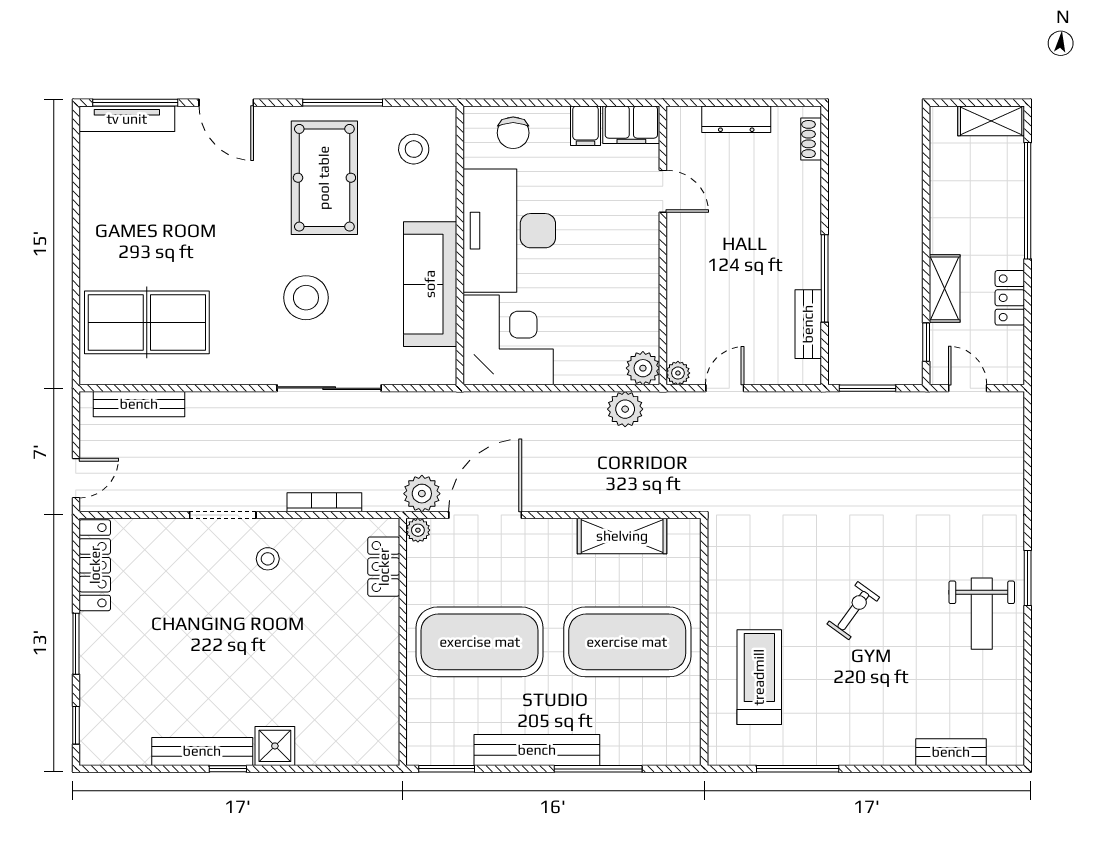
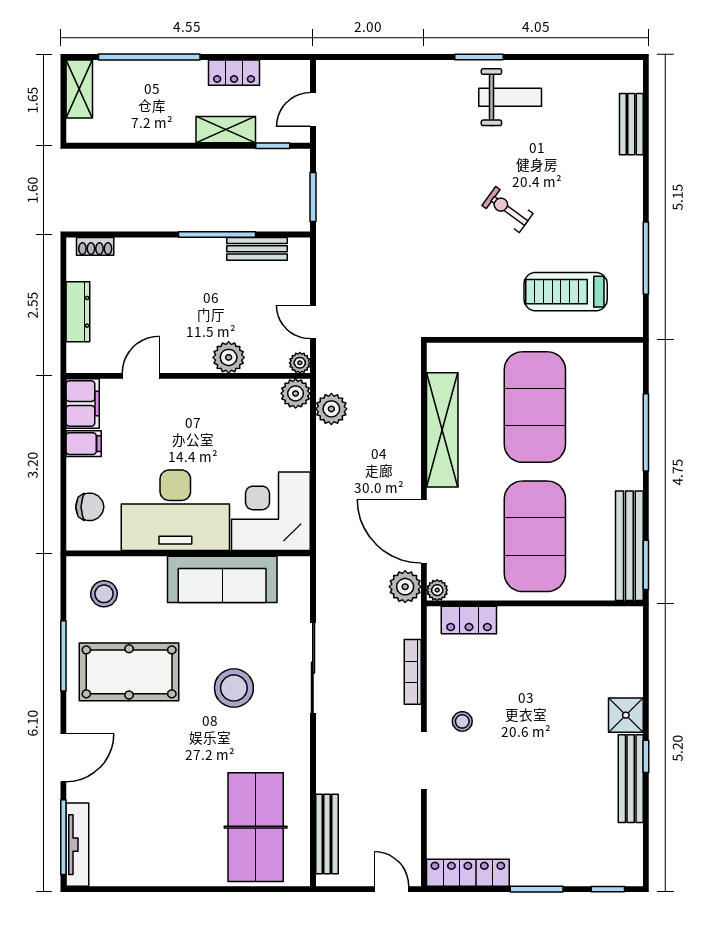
plant: (684, 292) -> (229, 357), added
shelving: (622, 536) -> (442, 430), width x1.47
bench: (537, 750) -> (629, 546), moved

